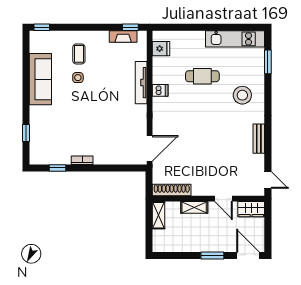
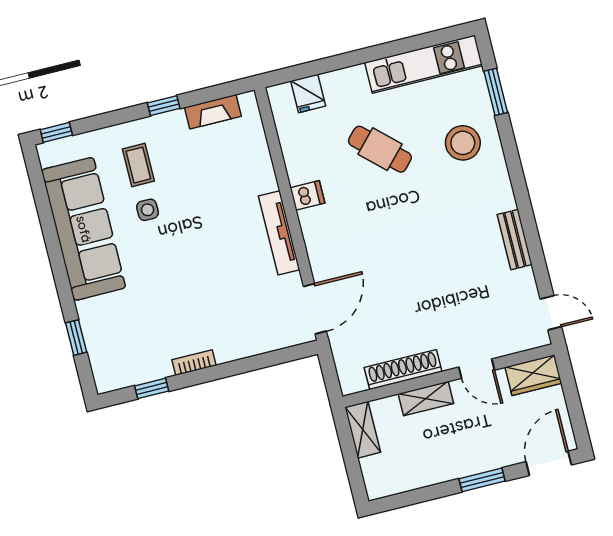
window: (130, 27) -> (164, 106), moved
fridge: (161, 49) -> (308, 93), moved, turned 90
cafe table: (202, 76) -> (380, 149), turned 43
sofa: (40, 79) -> (84, 229), width x1.36, depth x1.27
tv unit: (141, 83) -> (279, 233), moved
stool: (242, 95) -> (463, 143), moved
shoe rack: (172, 190) -> (403, 370), moved
door: (248, 255) -> (549, 463), hinge flipped

